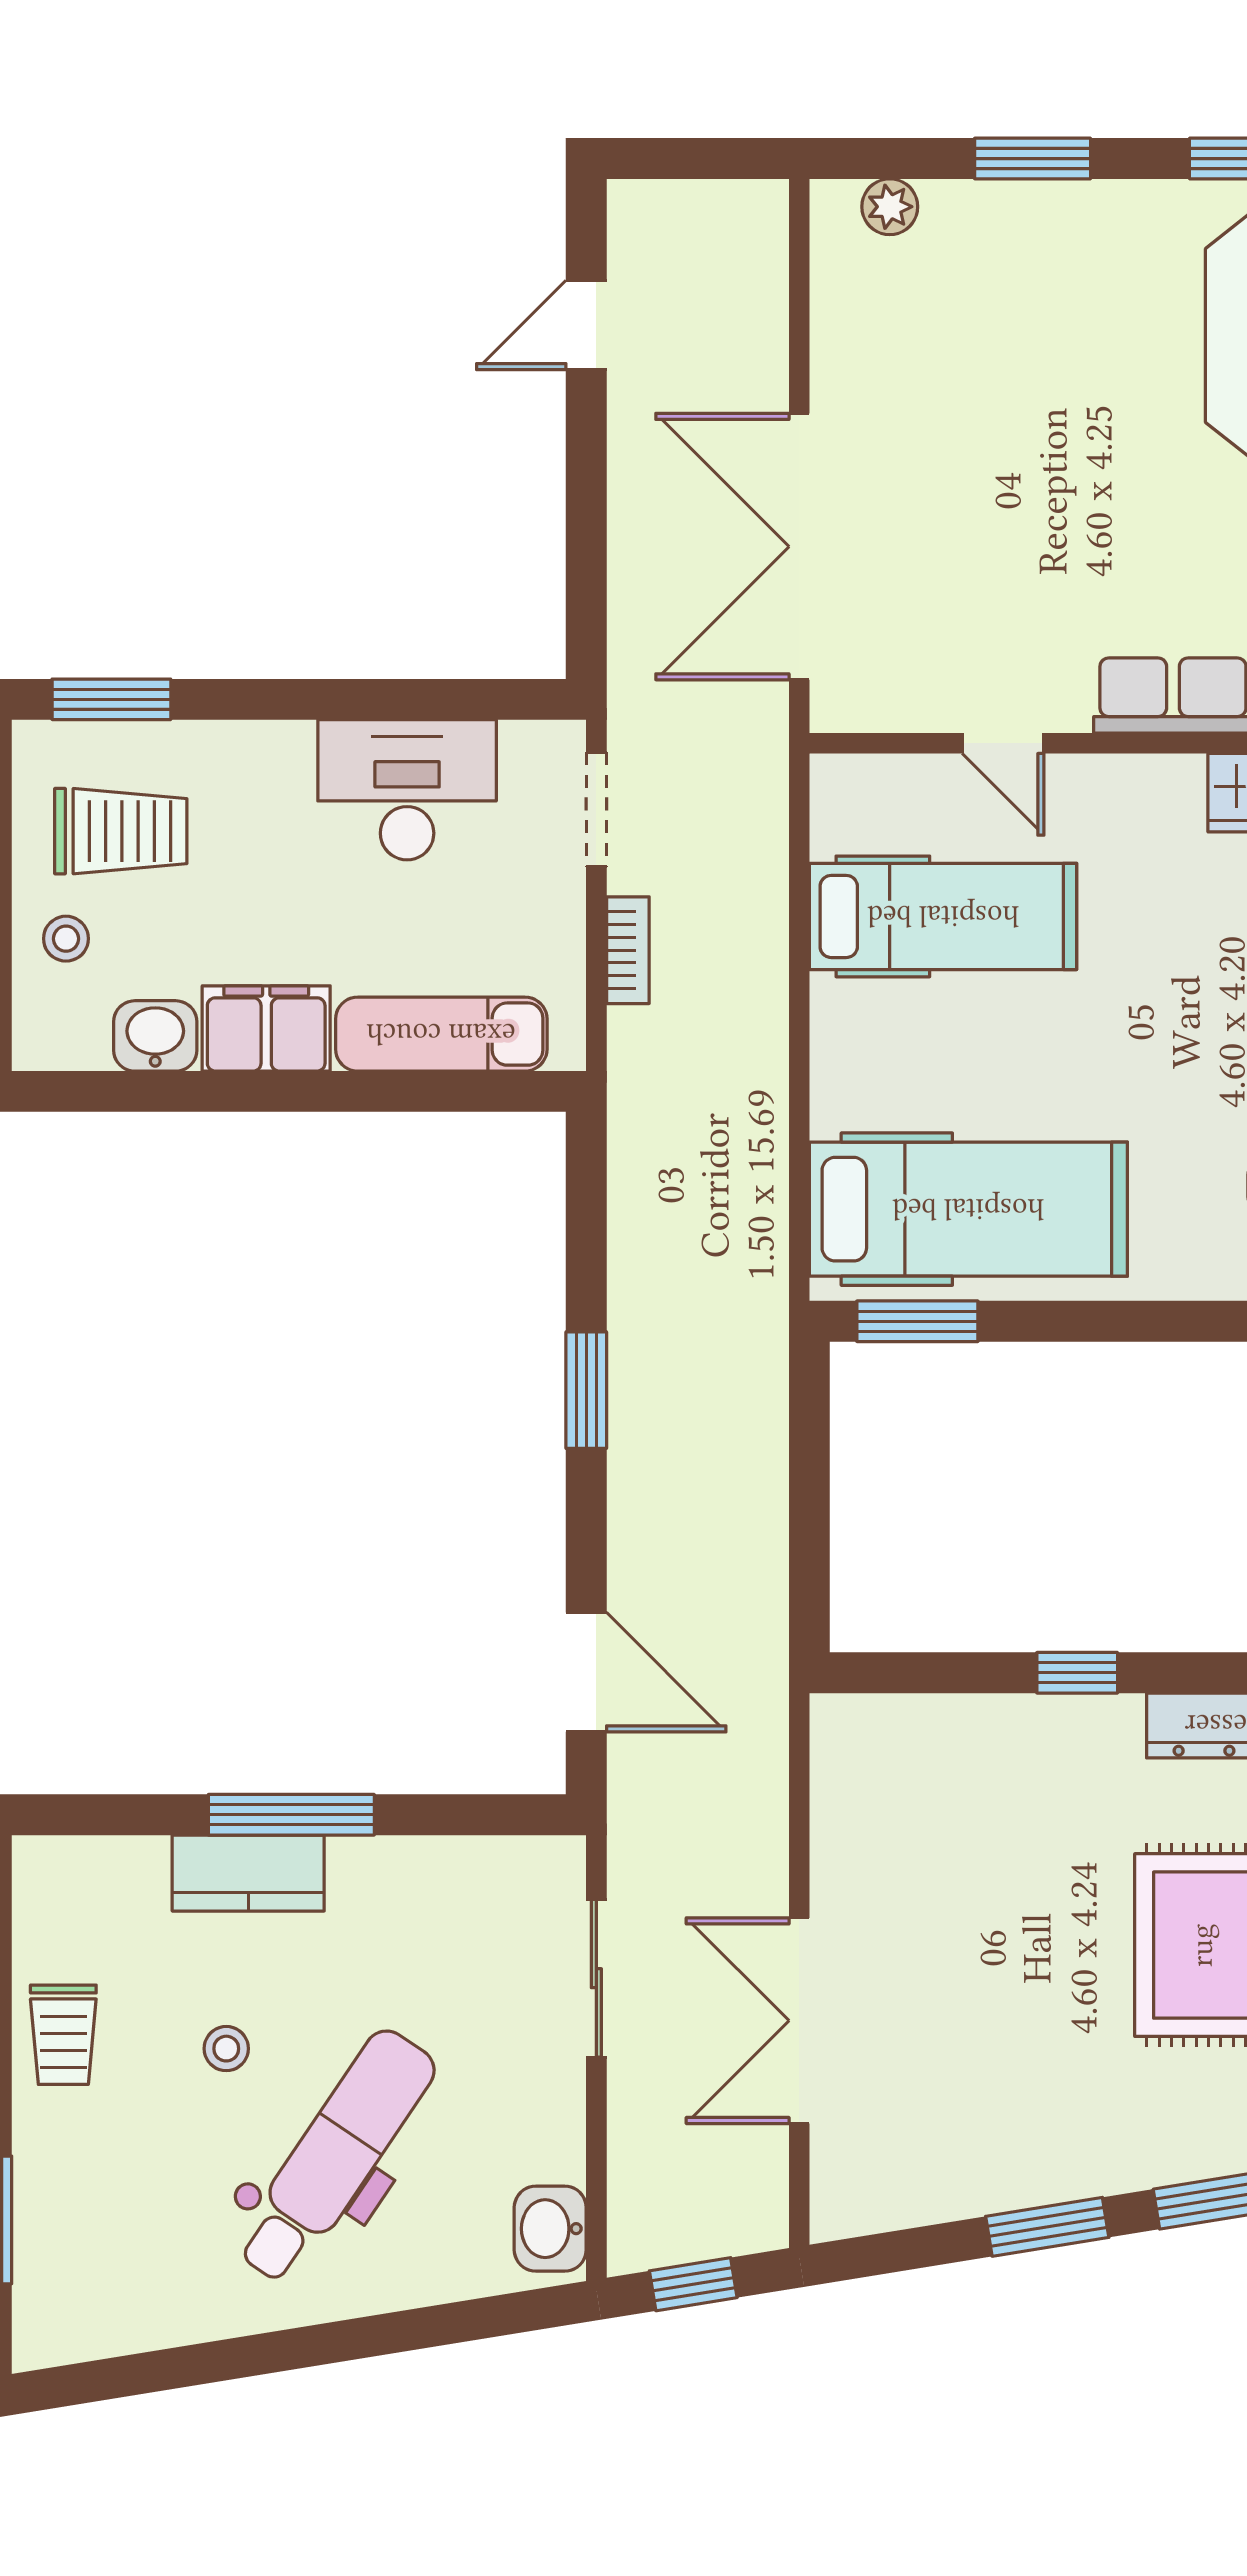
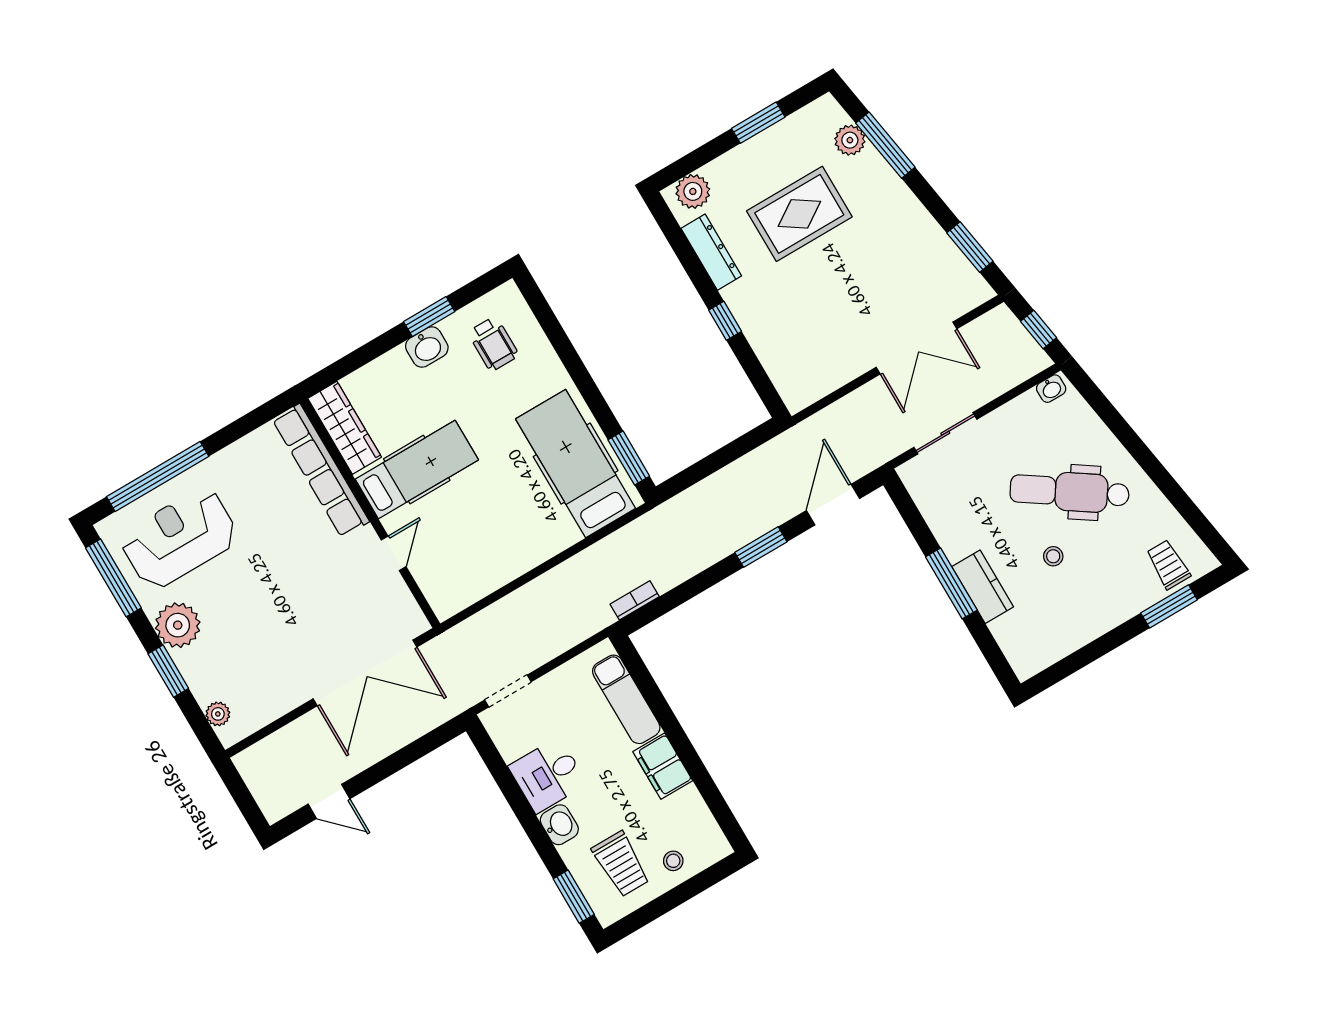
plant: (1113, 231) -> (178, 625), added
desk: (407, 790) -> (548, 775), width x0.73
trolley: (121, 831) -> (621, 864), turned 180
hospital bed: (943, 916) -> (417, 470), moved, turned 90
bookcase: (628, 950) -> (635, 600), moved
washbasin: (155, 1036) -> (559, 825), moved, turned 180
window: (586, 1390) -> (761, 547), moved
trolley: (63, 2035) -> (1168, 565), moved, turned -90
window: (1047, 2227) -> (970, 247), moved
washbasin: (550, 2229) -> (1051, 389), width x0.72, depth x0.69

